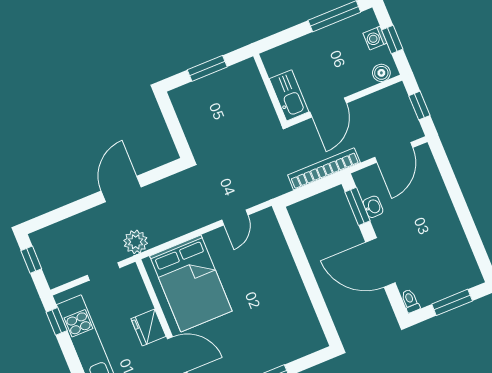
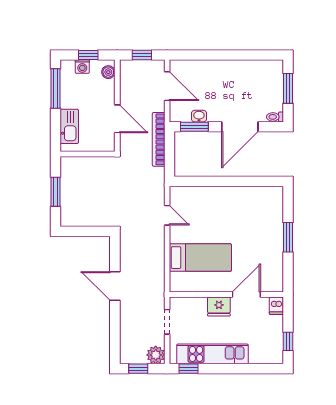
kitchen sink: (289, 95) -> (69, 126), moved, turned 90
plant: (136, 242) -> (156, 355), moved
bed: (191, 283) -> (200, 258), width x0.67

